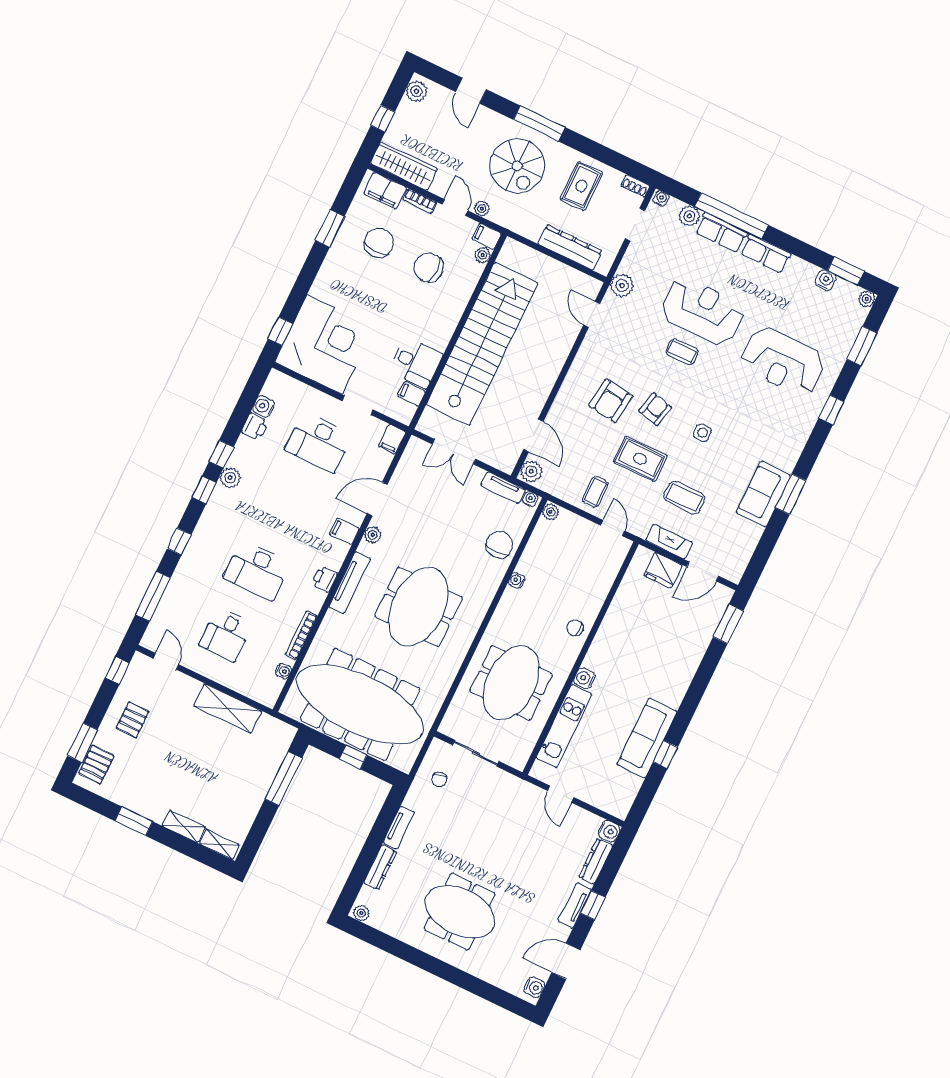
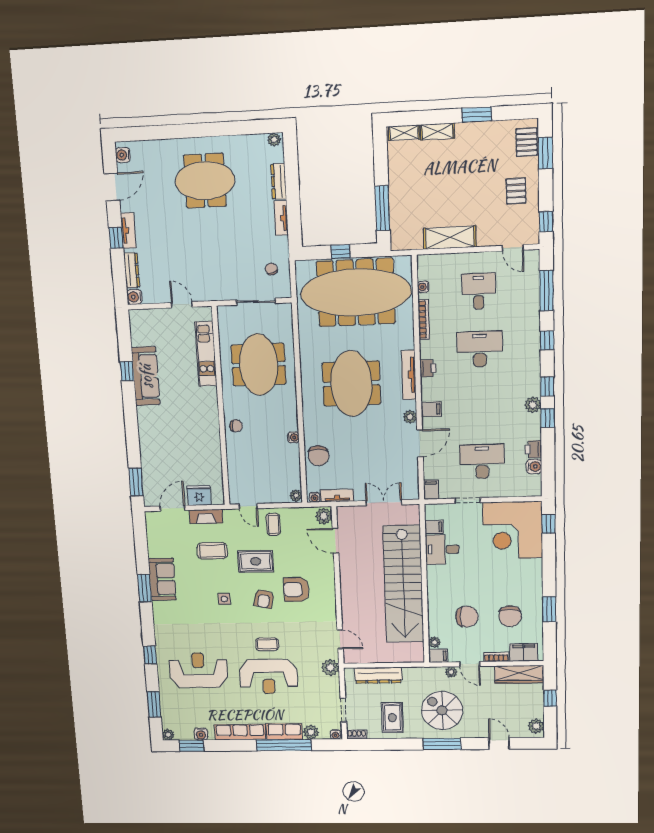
row of seats: (766, 254) -> (240, 732), width x1.48
armchair: (611, 401) -> (296, 589), turned -97
water cooler: (584, 678) -> (210, 394), removed

